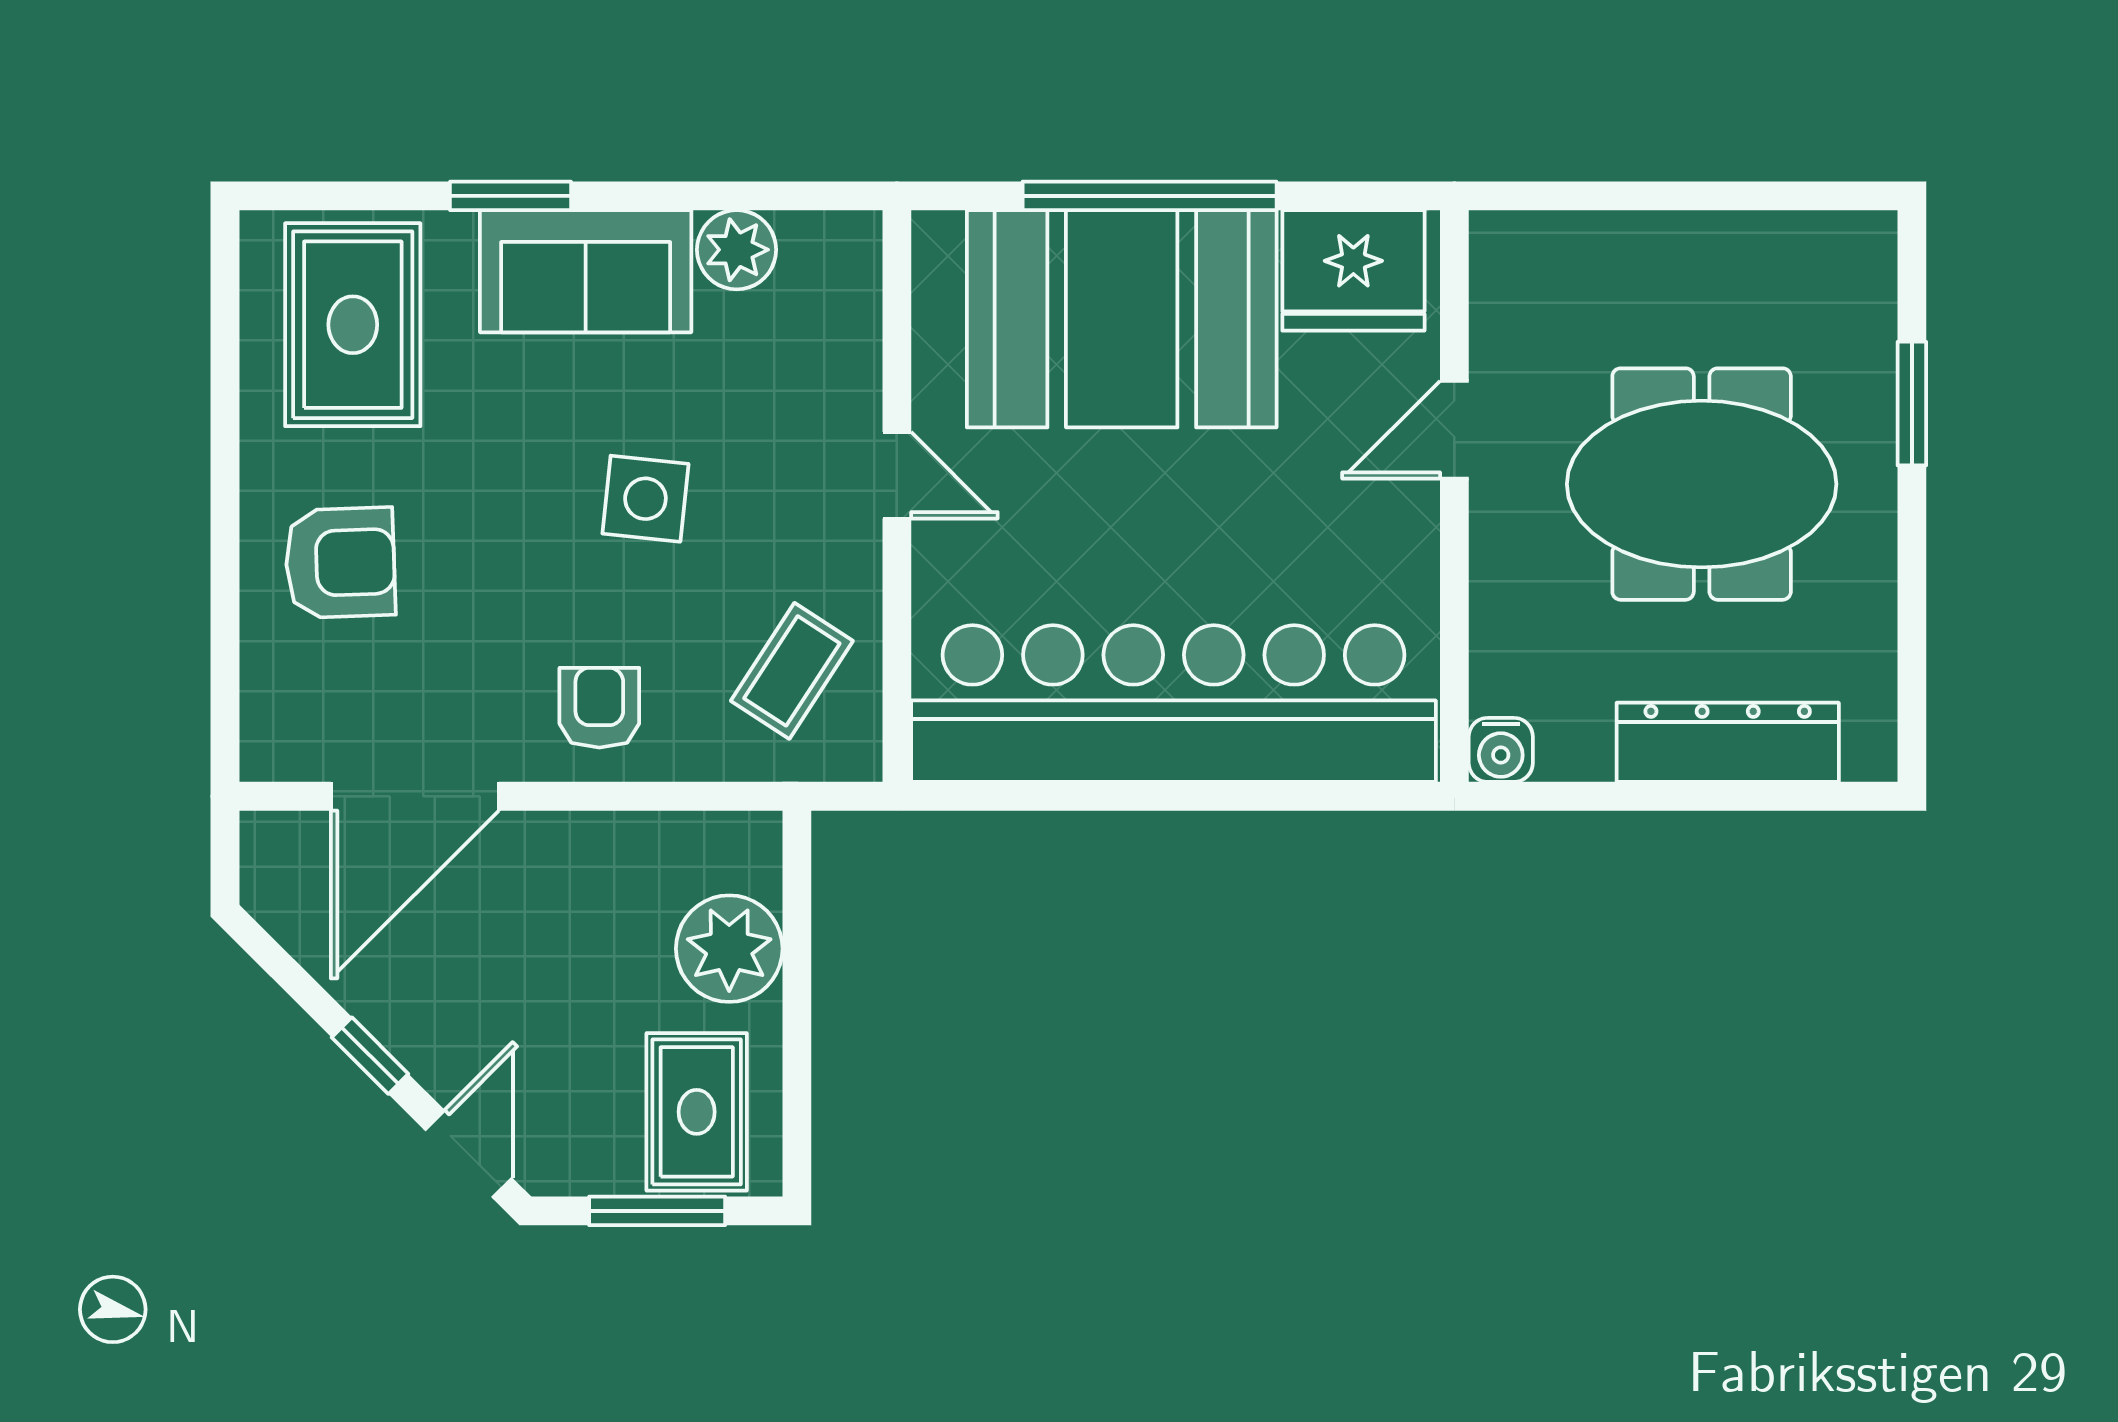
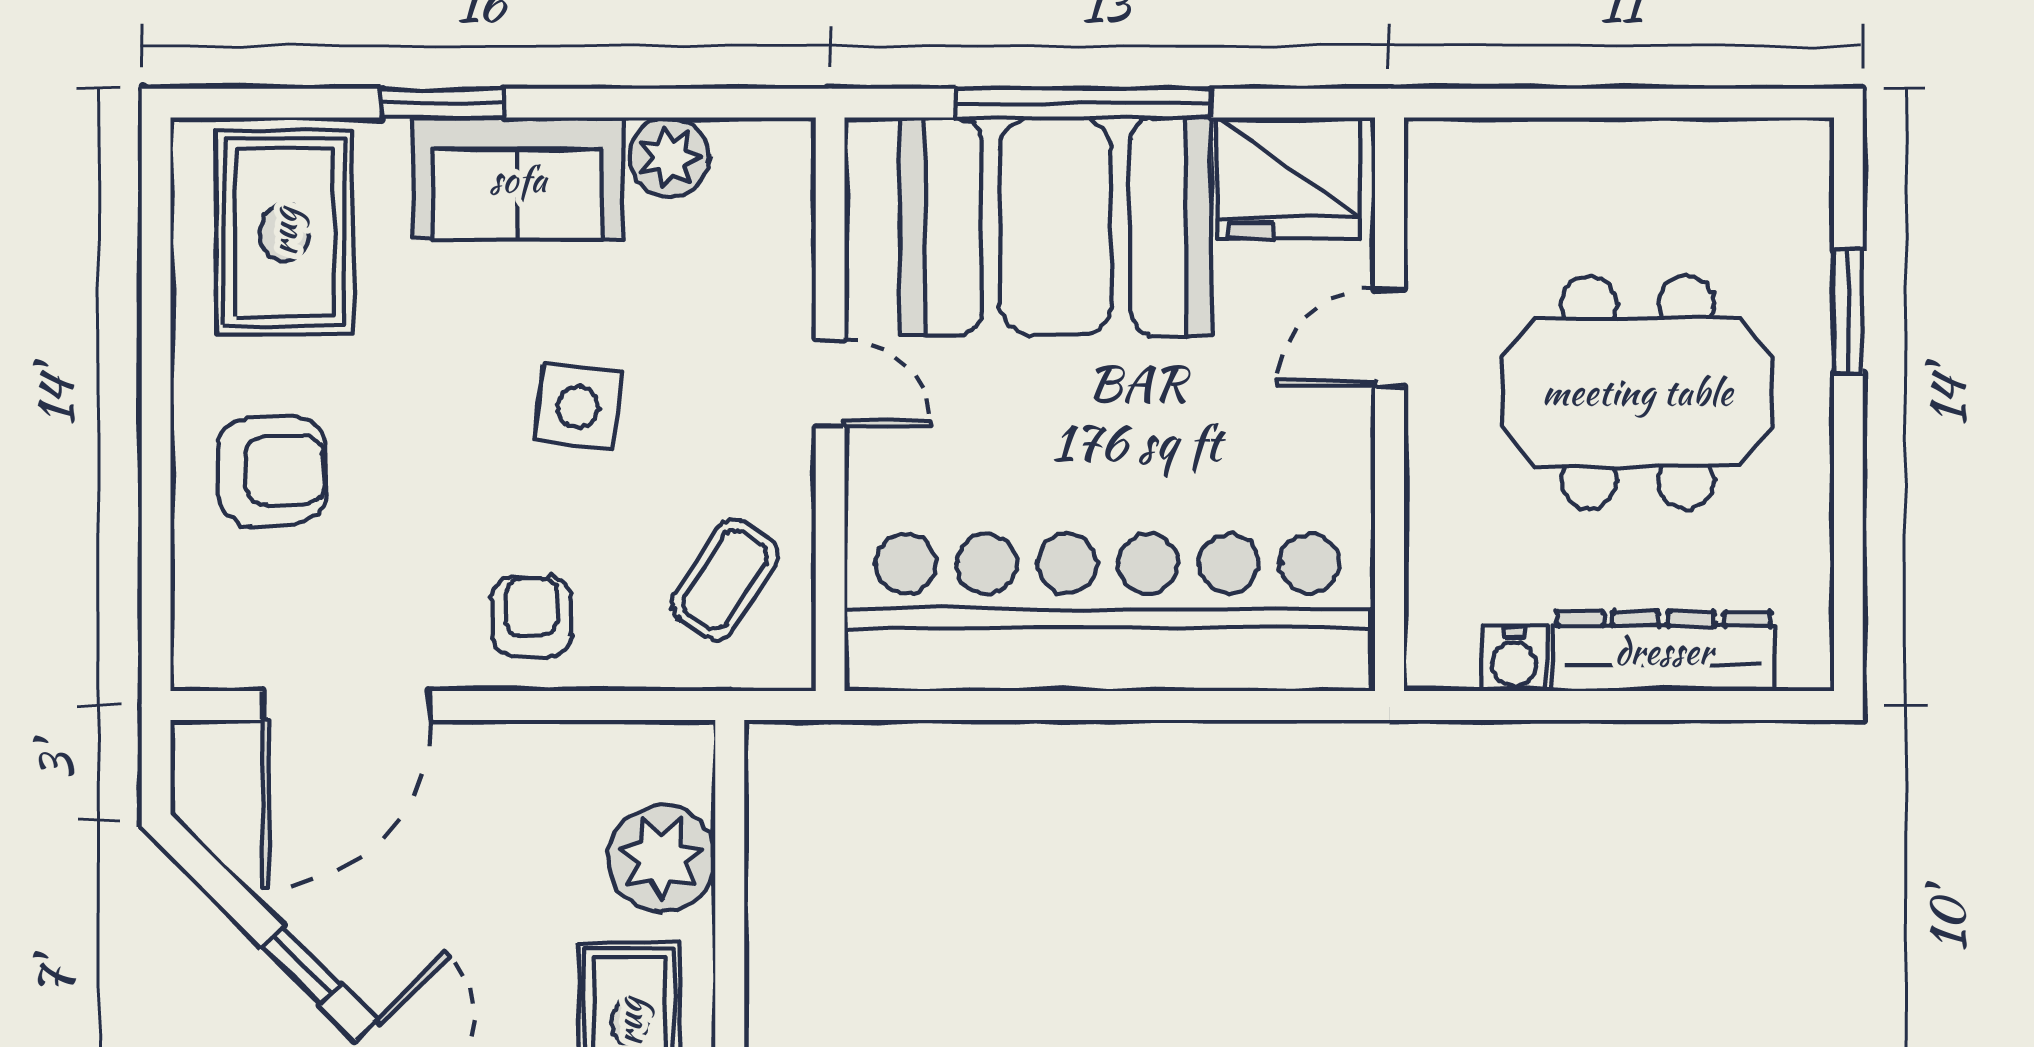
water cooler: (1501, 750) -> (1514, 659), moved

